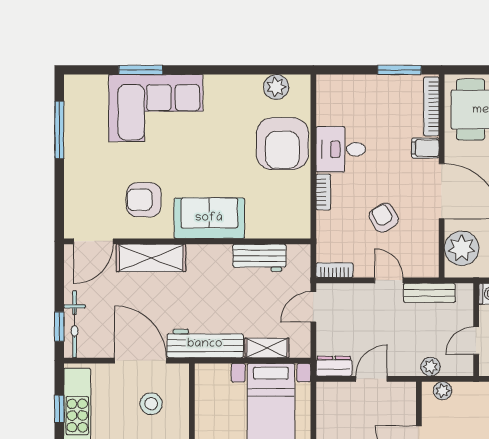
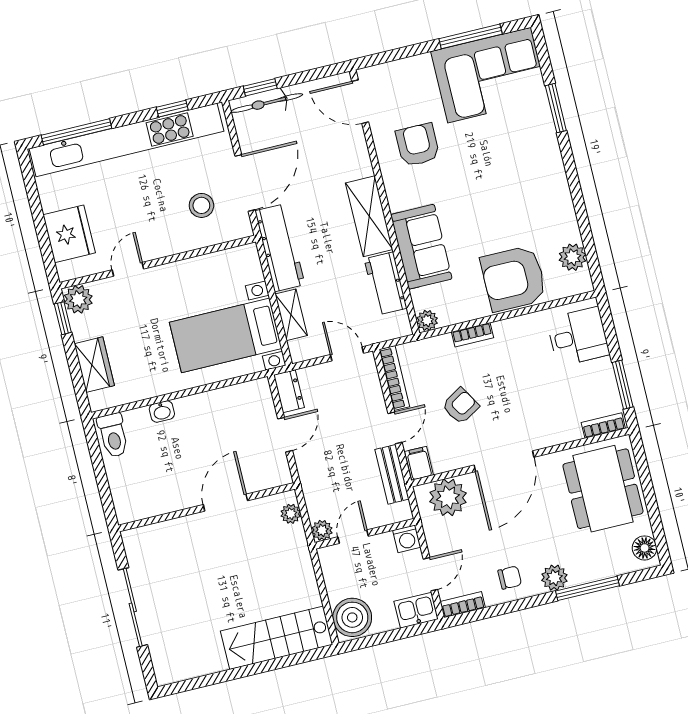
bookcase: (431, 106) -> (603, 425), width x0.64
corner sofa: (156, 108) -> (489, 75), moved, turned -90
filing cabinet: (425, 148) -> (419, 463), moved
desk: (341, 149) -> (578, 337), moved, turned 90
sofa: (209, 218) -> (421, 247), moved
plant: (301, 229) -> (427, 320), added
shelving: (151, 258) -> (369, 216), moved
bookcase: (334, 270) -> (394, 378), width x1.56
door: (476, 341) -> (353, 537), hinge flipped
plant: (431, 367) -> (322, 530), moved
door: (371, 379) -> (285, 435), hinge flipped

